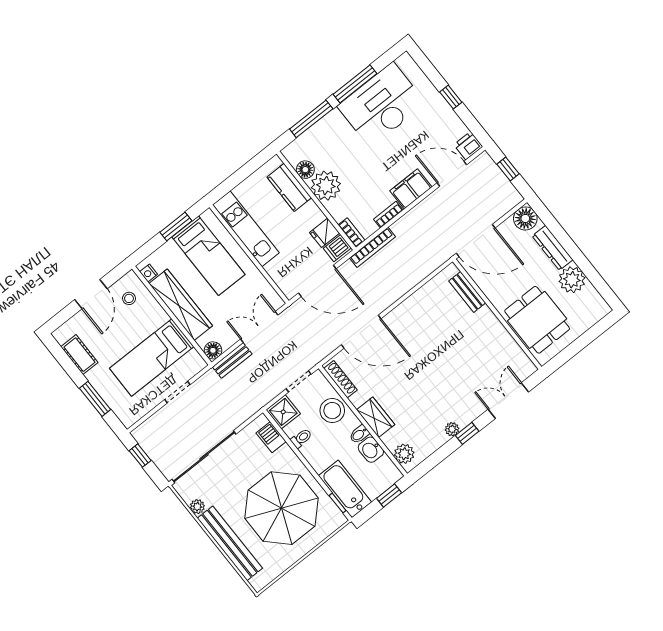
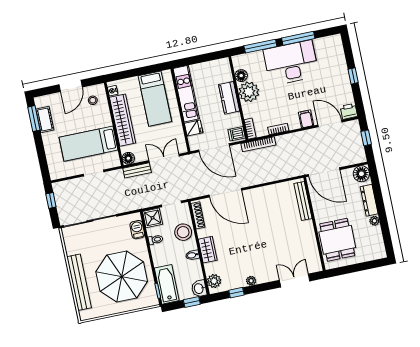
desk: (382, 105) -> (291, 63), moved
kitchen counter: (289, 187) -> (229, 98), moved
filing cabinet: (411, 189) -> (306, 119), width x0.50
window: (176, 226) -> (144, 71), removed
fridge: (325, 233) -> (194, 128), moved, turned 180
plant: (572, 280) -> (374, 221), width x0.53, depth x0.53
bench: (467, 292) -> (303, 201), width x1.36
window: (95, 399) -> (34, 119), moved
window: (467, 433) -> (236, 293), moved
washbasin: (371, 450) -> (199, 288), moved
plant: (197, 507) -> (70, 250), removed

